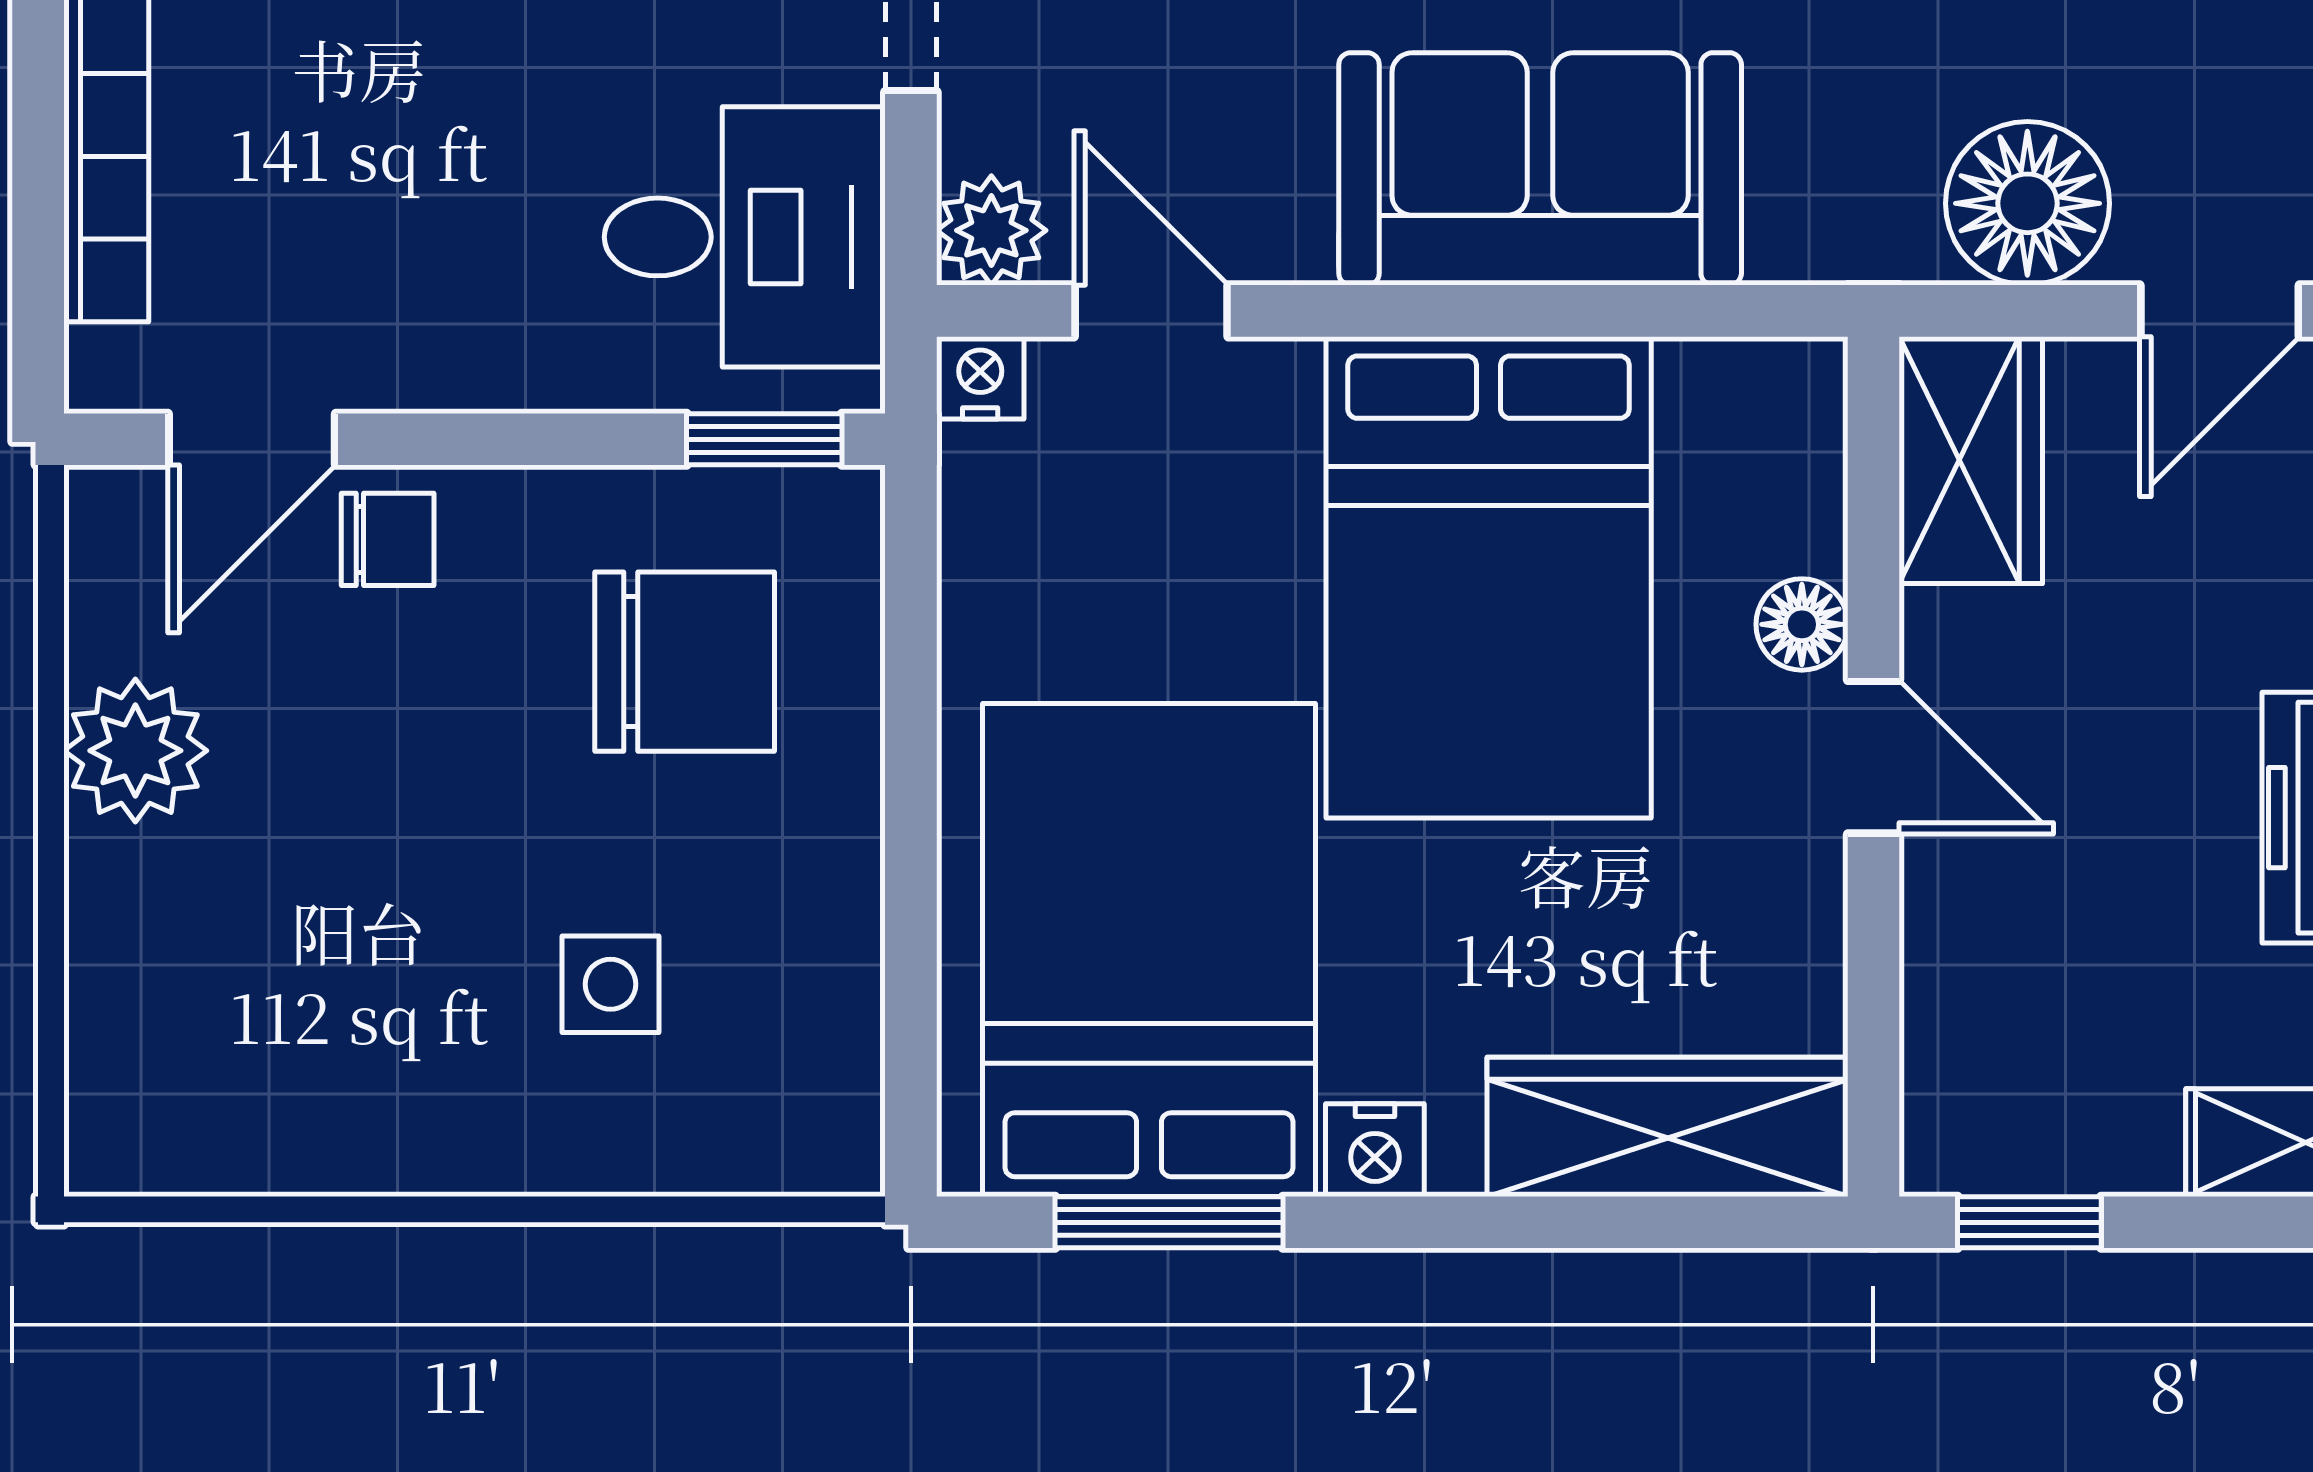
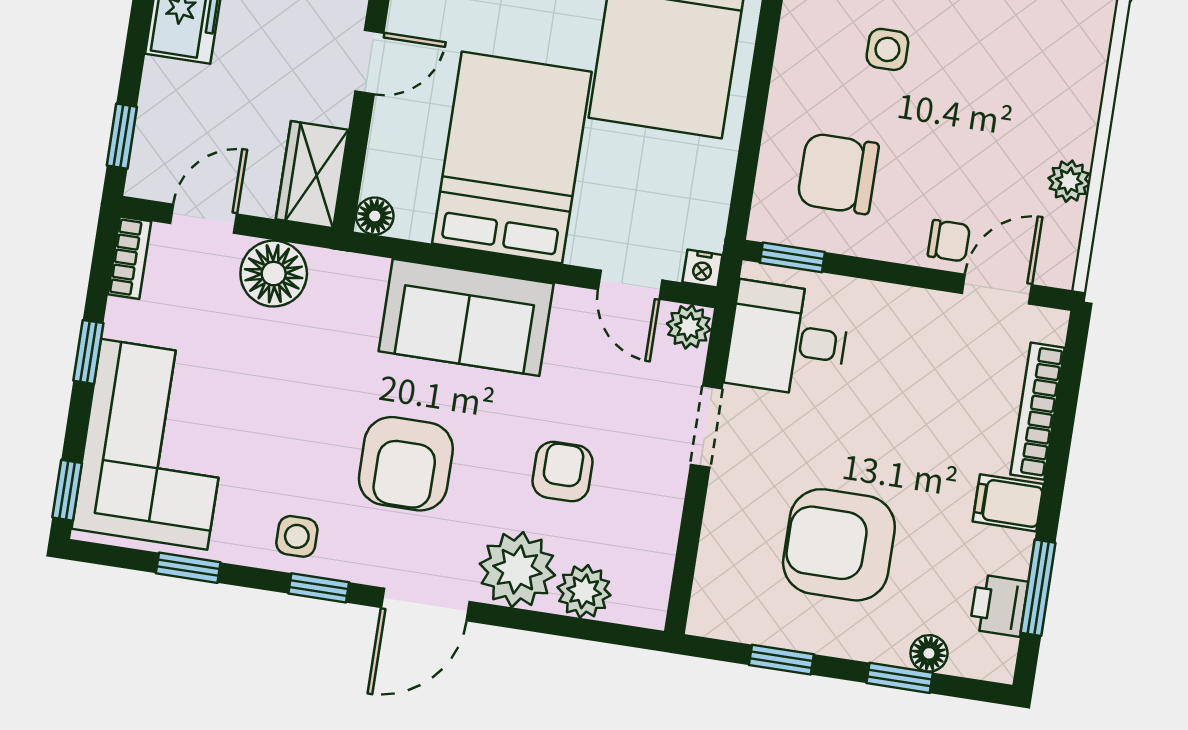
chair: (388, 539) -> (949, 241), turned 180
floor lamp: (1802, 624) -> (375, 216), moved
plant: (135, 751) -> (1069, 181), width x0.73, depth x0.73
door: (1873, 757) -> (369, 62), swing flipped

